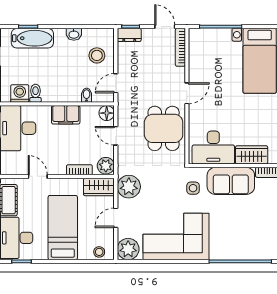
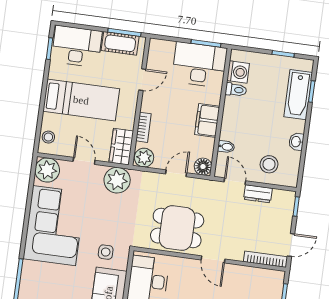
dresser: (129, 35) -> (258, 194), moved, turned -90

